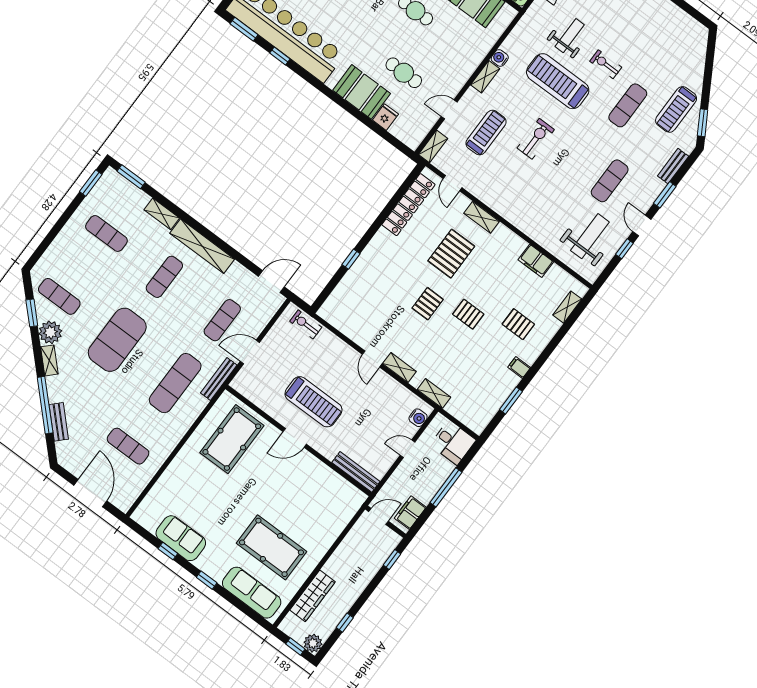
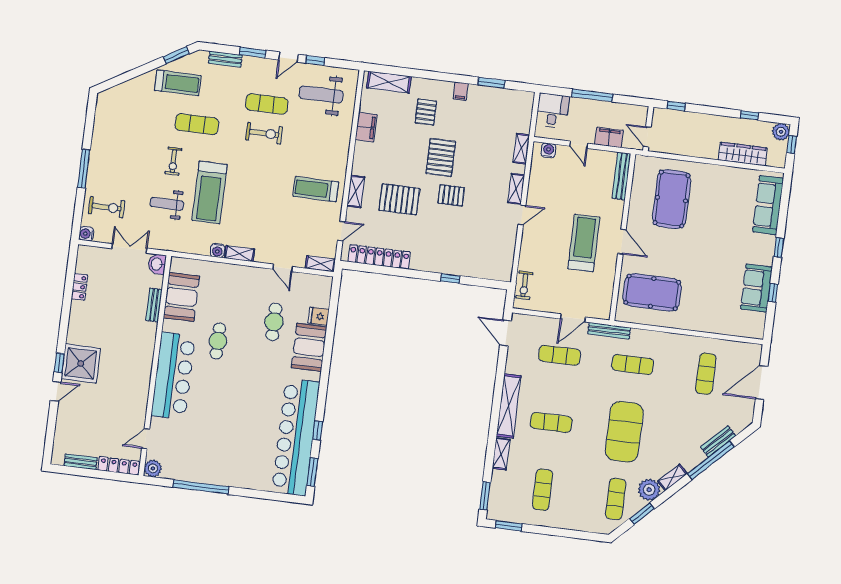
treadmill: (486, 133) -> (316, 189), moved
exercise bike: (536, 139) -> (264, 133), moved, turned 180
shelving: (567, 307) -> (389, 82), width x1.50, depth x1.33
pallet: (468, 314) -> (441, 157), width x1.50, depth x1.42
exercise mat: (117, 340) -> (624, 432), turned 90
door: (250, 352) -> (573, 318), hinge flipped
exercise mat: (175, 383) -> (633, 364), width x0.73, depth x0.69
filing cabinet: (410, 513) -> (609, 137), moved, turned 180
pool table: (272, 547) -> (672, 199), moved

